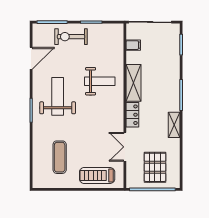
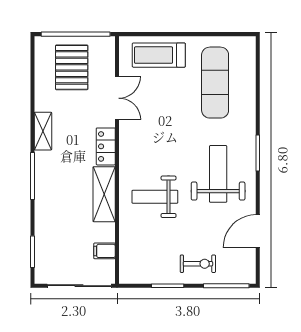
exercise bike: (71, 37) -> (198, 264), width x0.73, depth x0.72
weight bench: (58, 96) -> (218, 174), turned 180
exercise mat: (60, 157) -> (215, 83), width x1.36, depth x1.45
treadmill: (97, 175) -> (159, 55), turned 180

